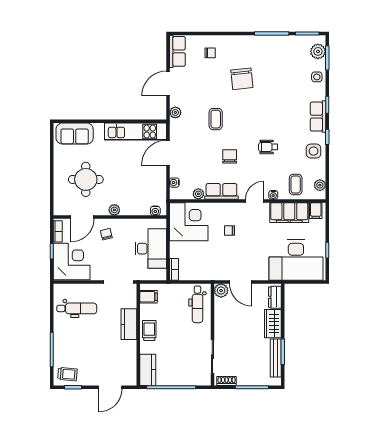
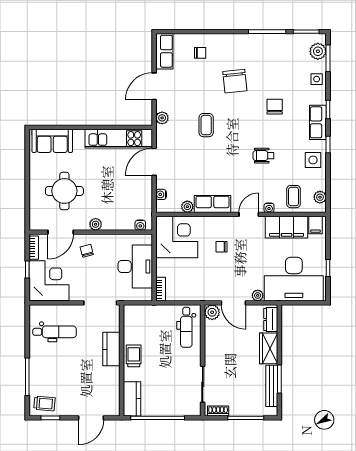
chair: (230, 156) -> (275, 107), moved
plant: (263, 275) -> (258, 295), added
filing cabinet: (148, 297) -> (133, 319), removed

